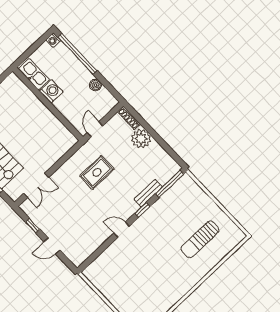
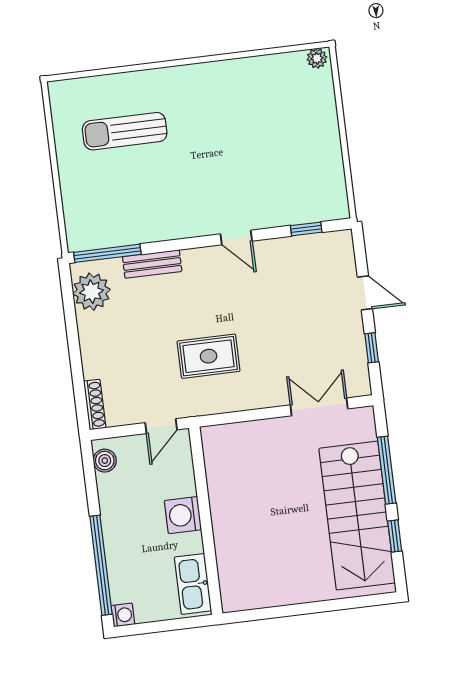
boiler: (95, 85) -> (105, 461), moved
washing machine: (51, 91) -> (183, 515), moved
plant: (141, 139) -> (92, 292), moved
window: (142, 210) -> (306, 229), moved
sun lounger: (200, 239) -> (125, 131), turned 180

